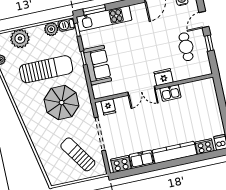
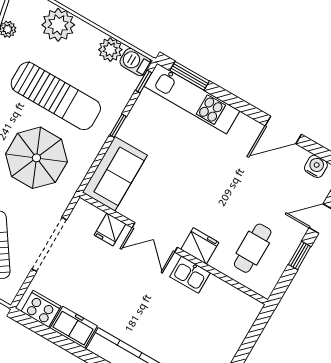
cafe table: (186, 47) -> (253, 248), moved
sofa: (97, 65) -> (115, 174), moved
fridge: (108, 107) -> (110, 229), moved

